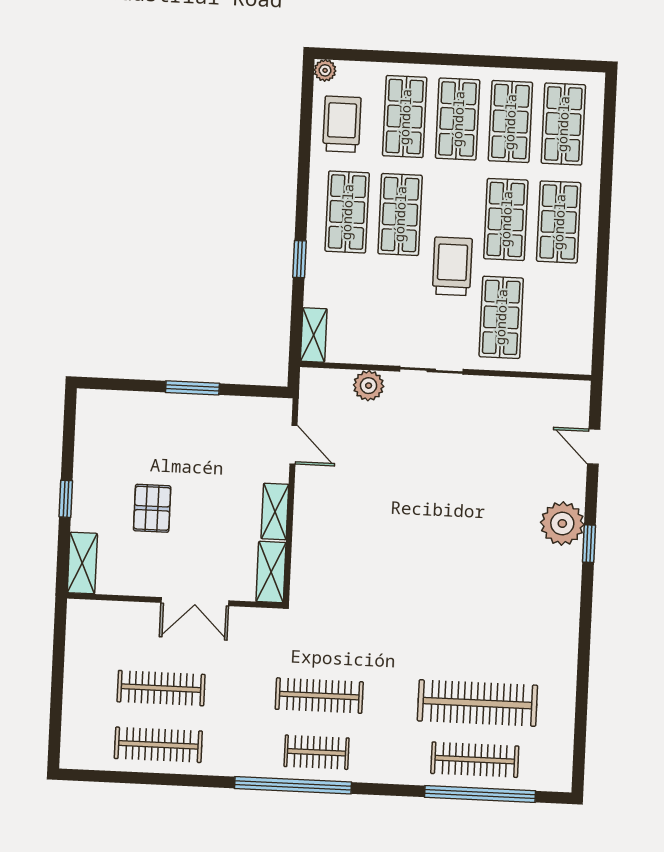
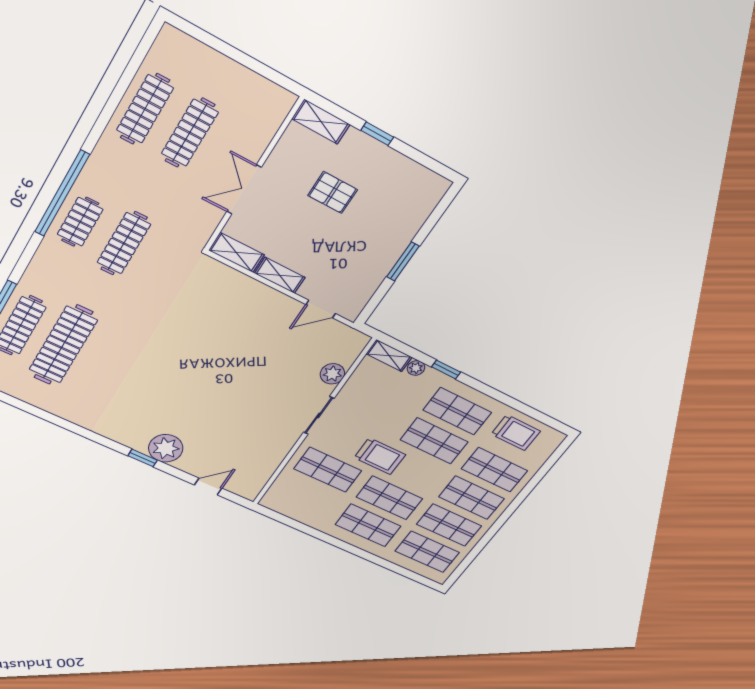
plant: (325, 70) -> (416, 368), moved

